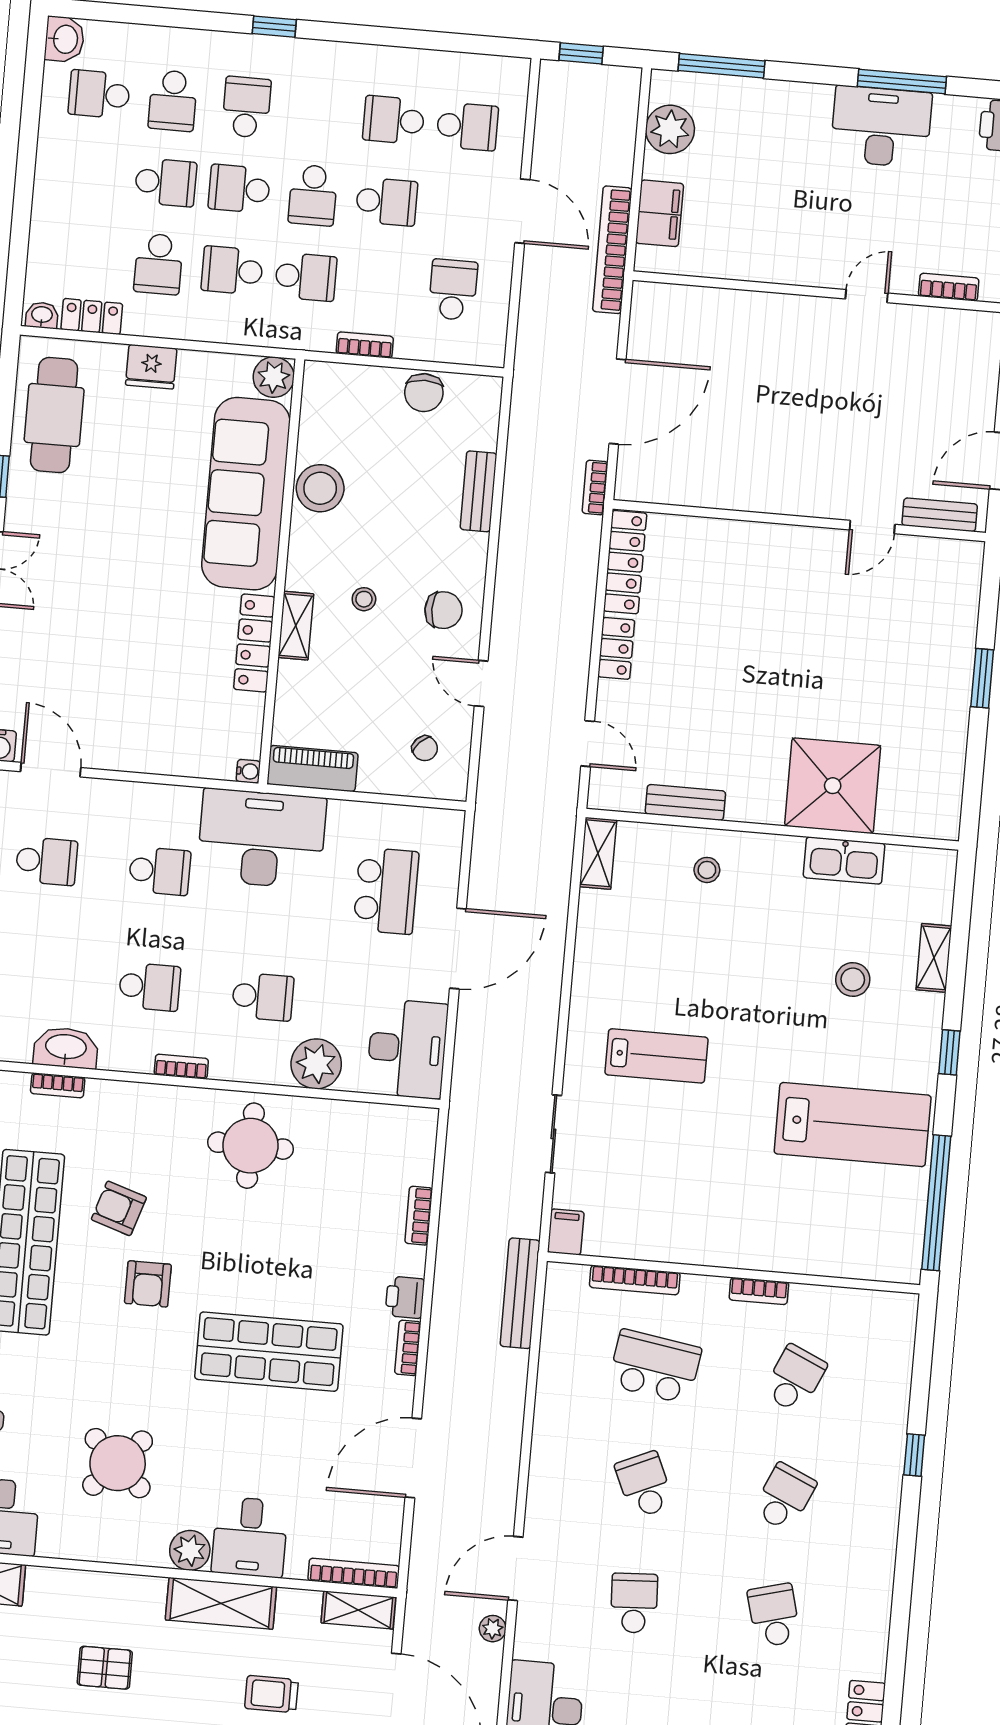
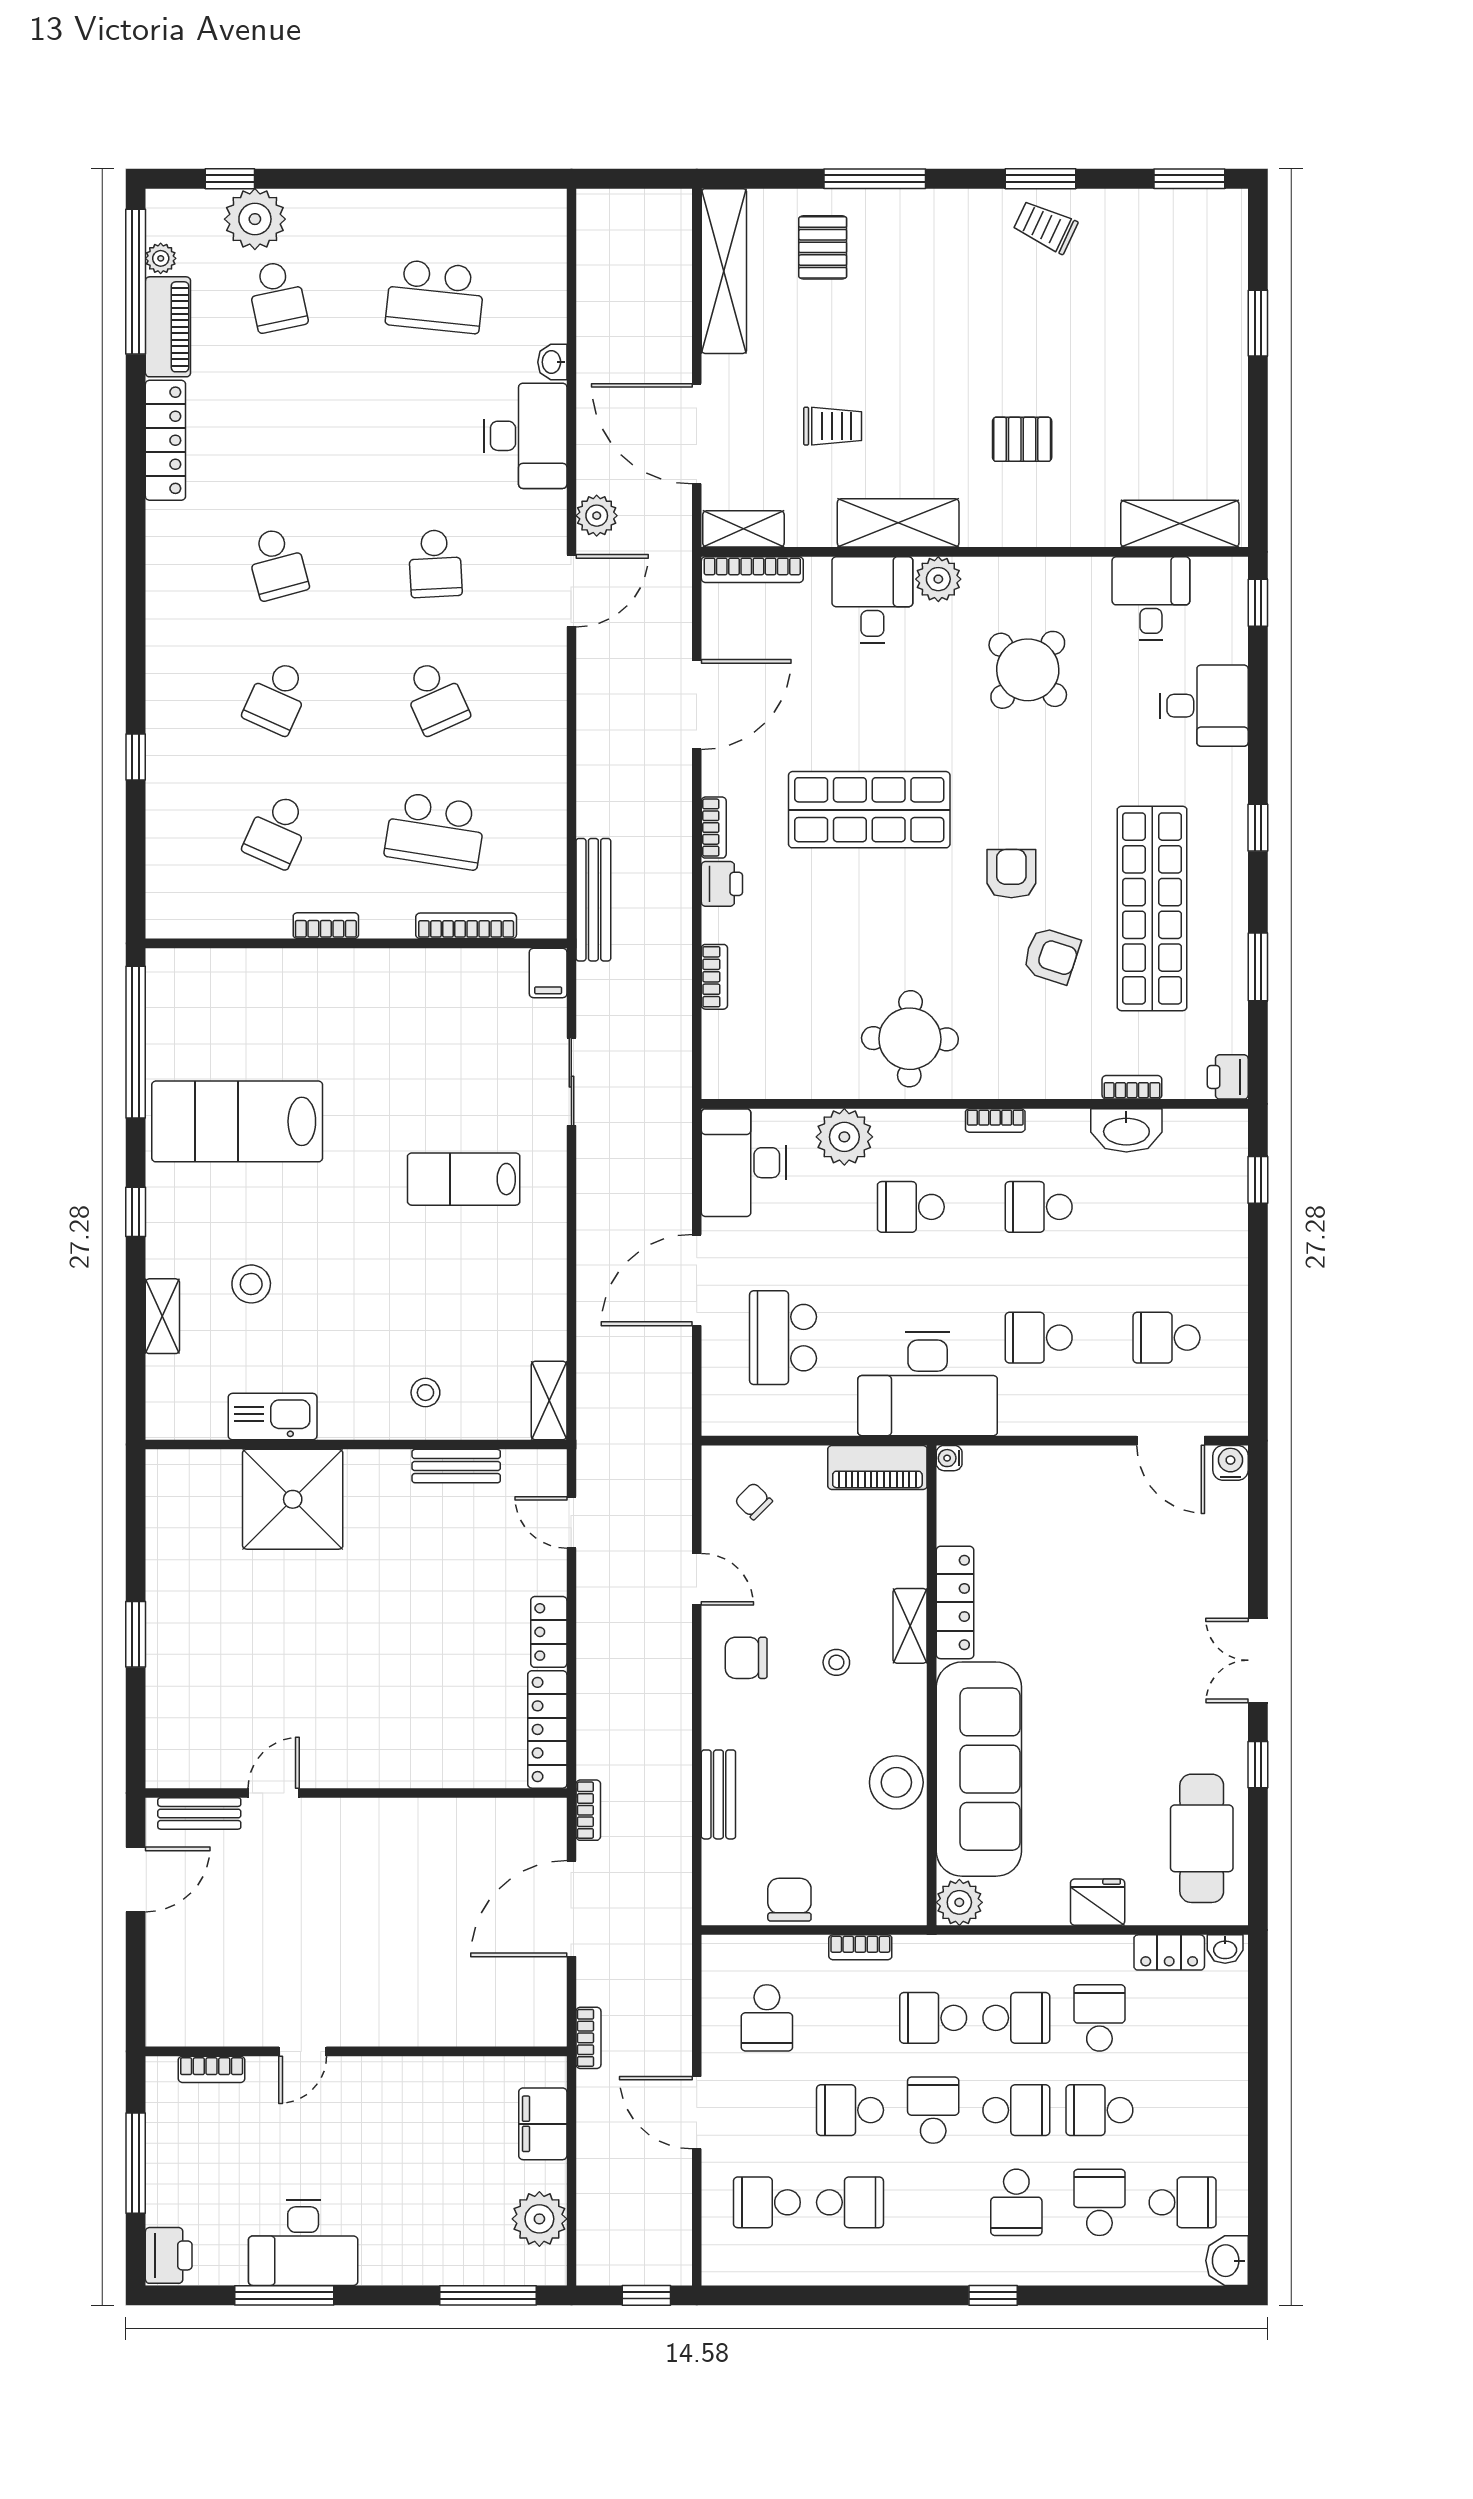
bookcase: (612, 250) -> (588, 2038), width x0.43, depth x0.76
plant: (493, 1629) -> (597, 516), width x1.38, depth x1.38

